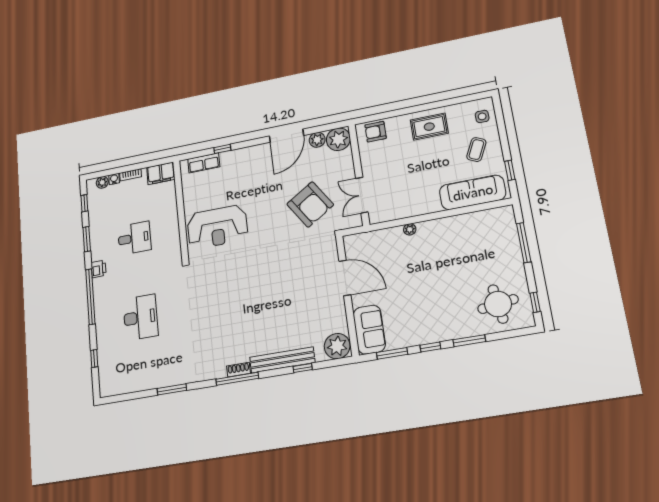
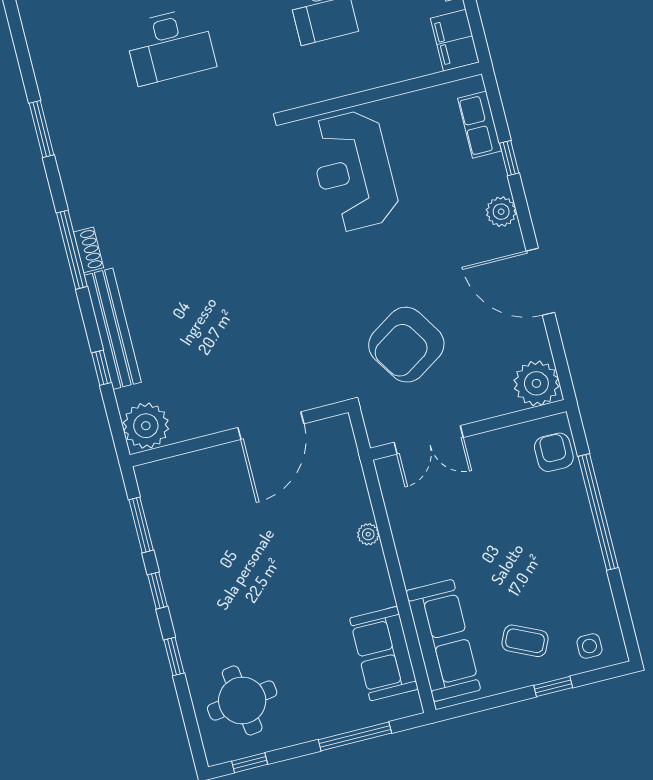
window: (410, 110) -> (598, 512), added
rug: (429, 127) -> (567, 551), removed
plant: (317, 140) -> (501, 212), moved
window: (510, 170) -> (553, 687), moved
double door: (362, 195) -> (429, 440), swing flipped
sofa: (369, 330) -> (384, 654), moved, turned 90
window: (469, 341) -> (174, 657), width x0.67

